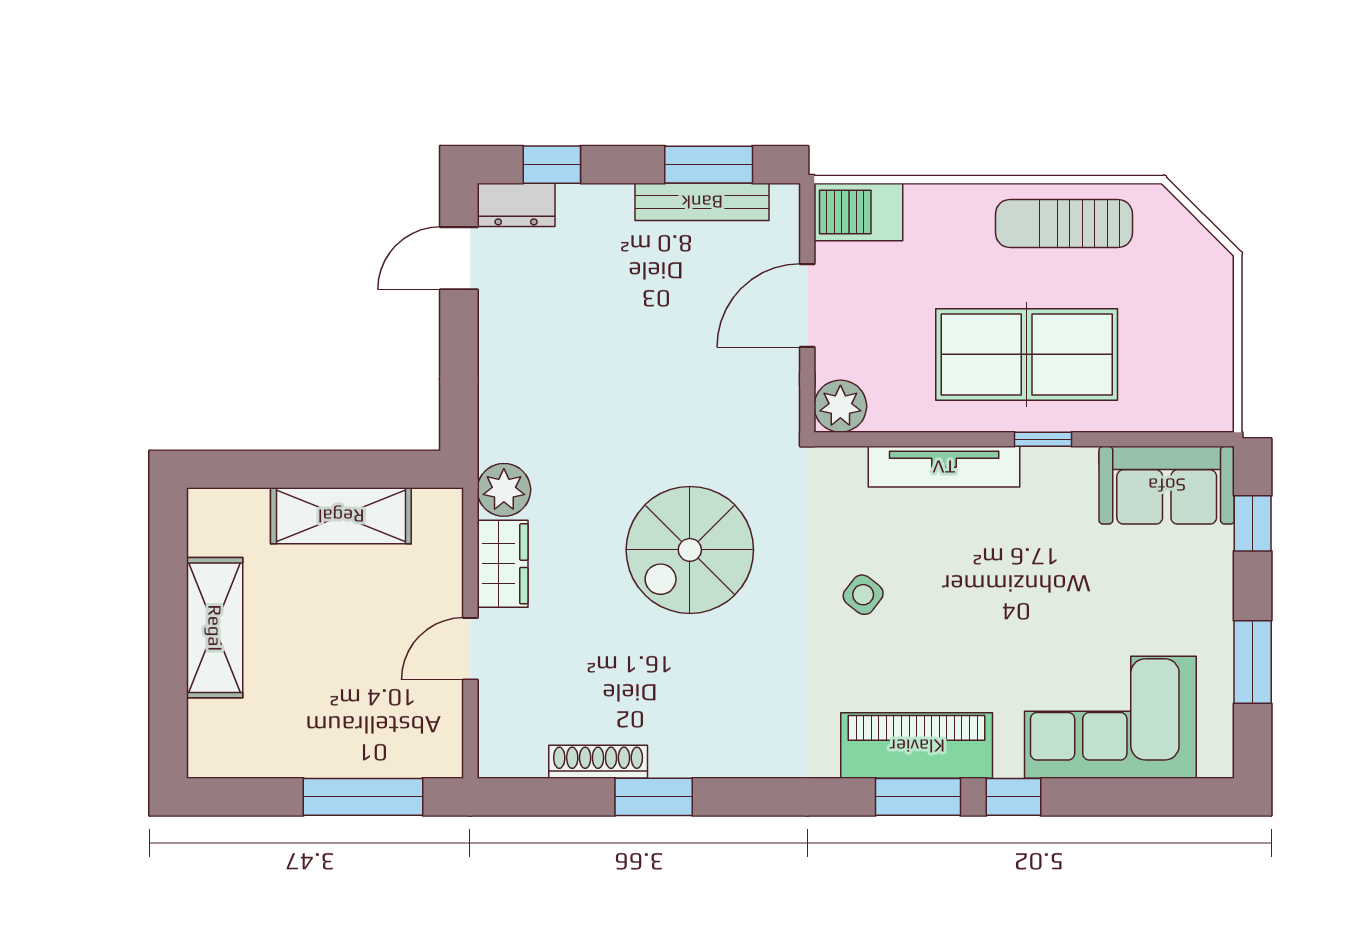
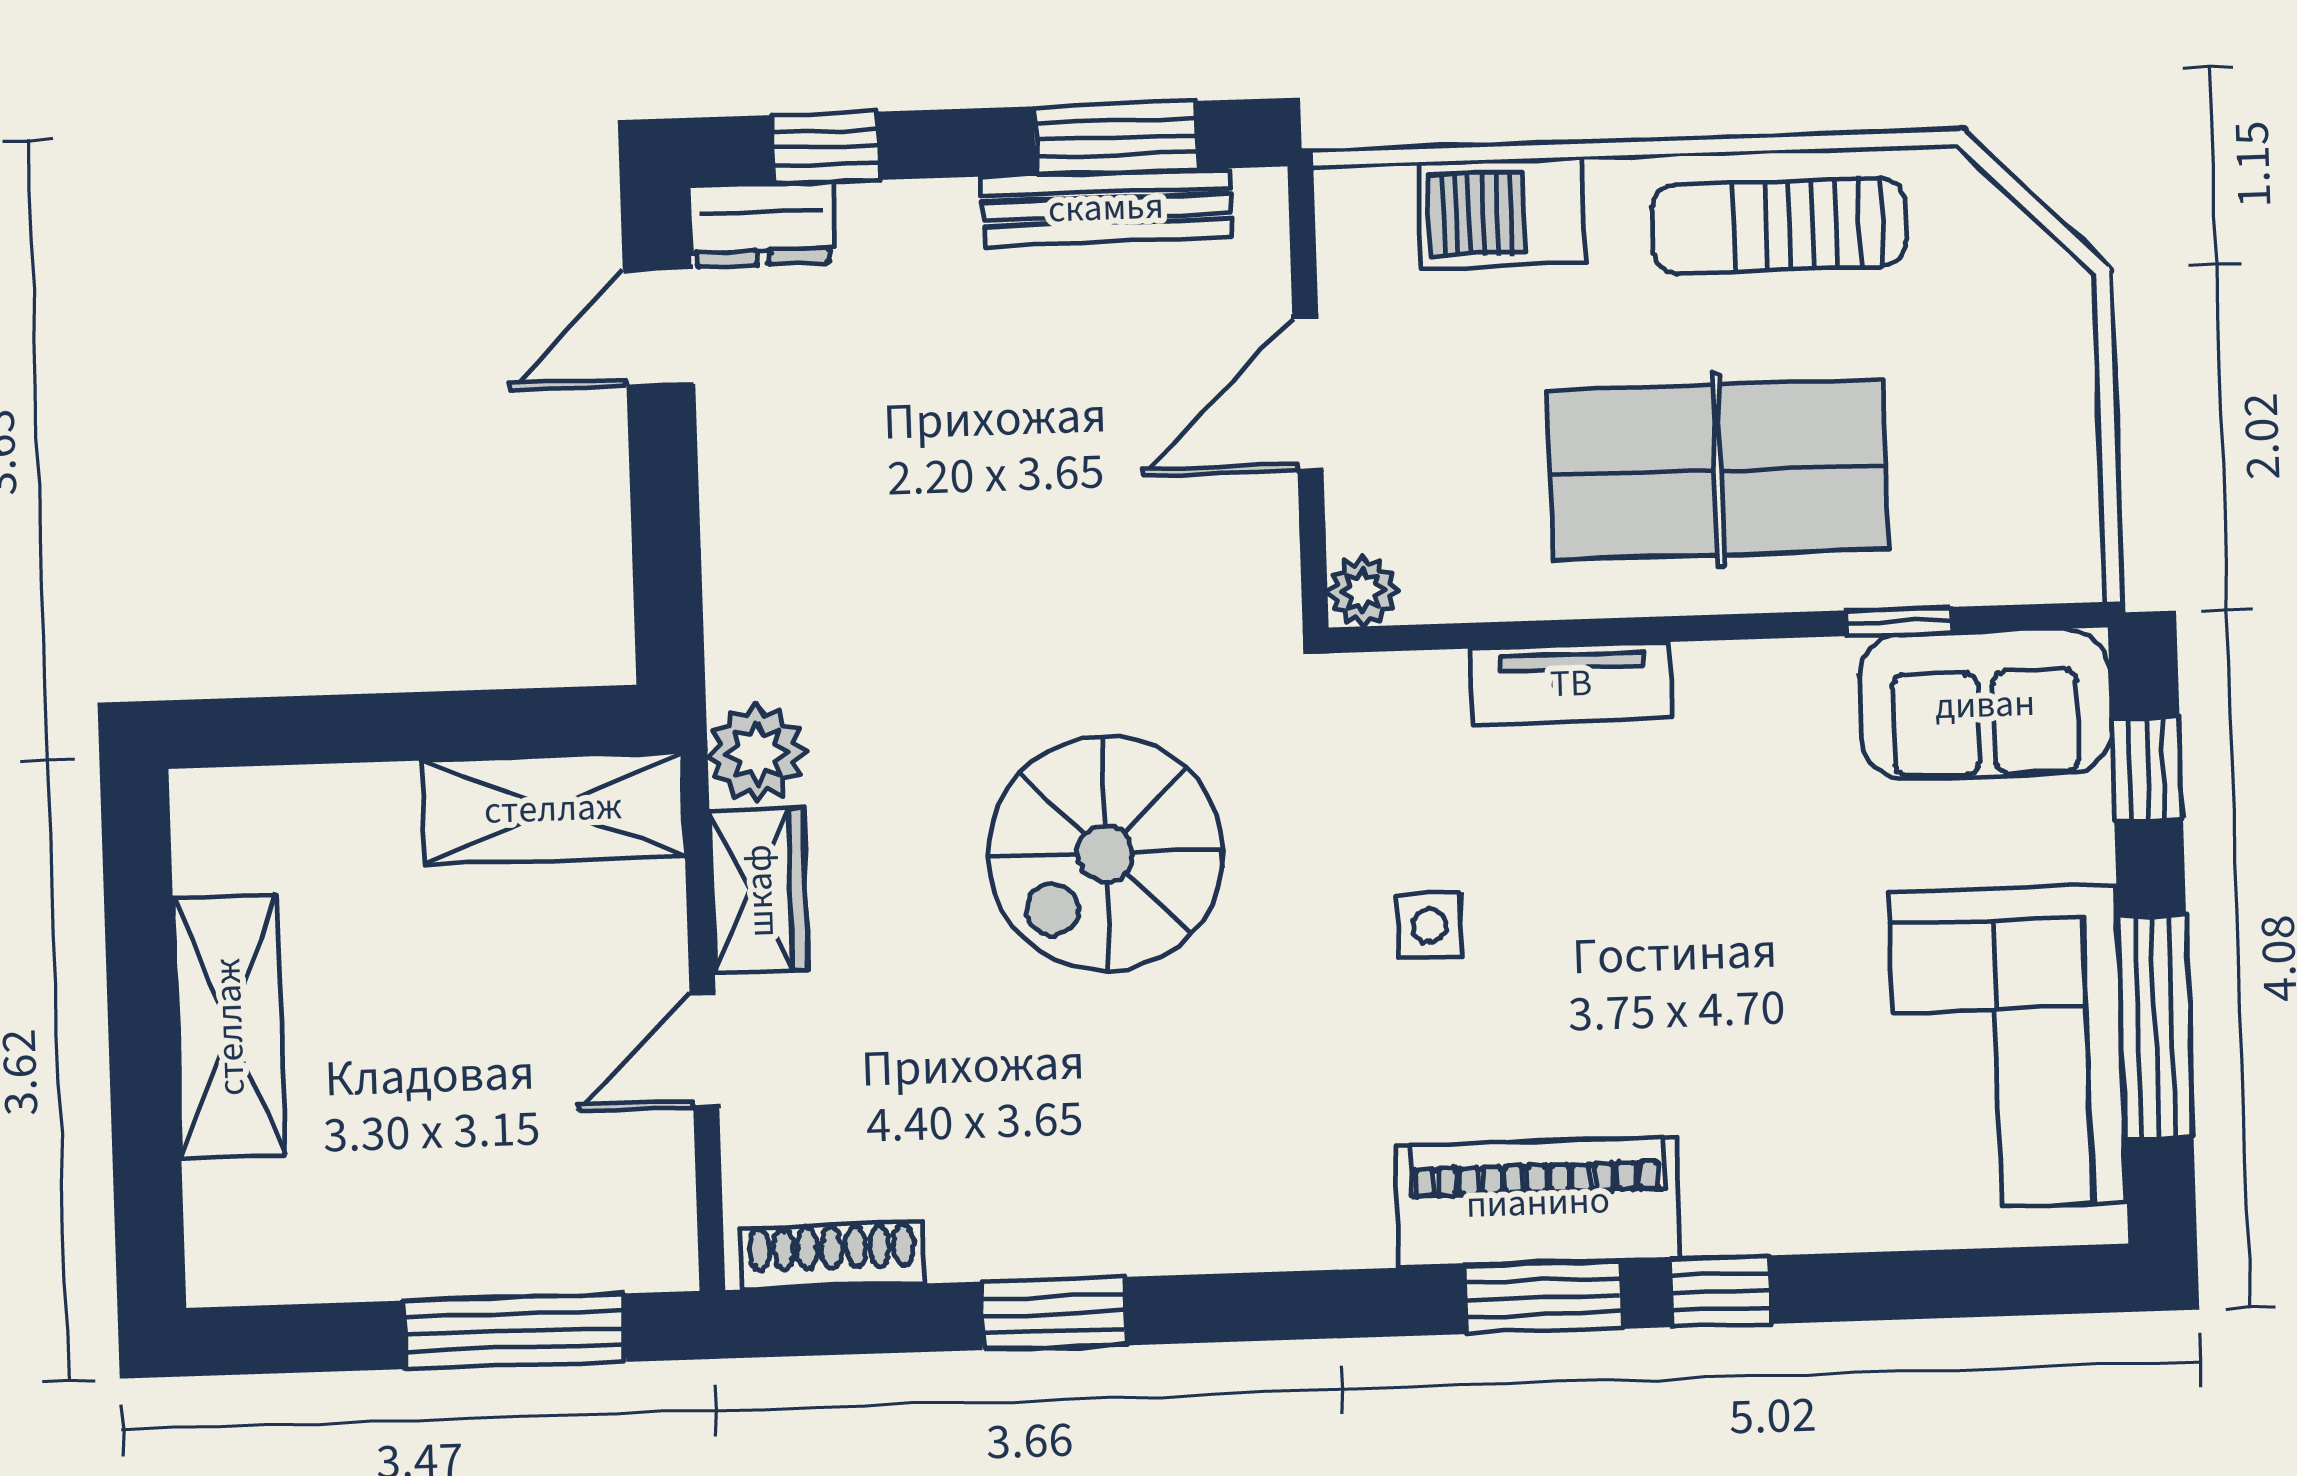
barbecue: (858, 212) -> (1501, 213), moved
plant: (840, 406) -> (1363, 591), width x0.73, depth x0.73
window: (1043, 439) -> (1899, 622), moved
tv unit: (944, 467) -> (1571, 683), width x0.71
shelving: (341, 516) -> (553, 808), moved
side table: (863, 595) -> (1429, 926), turned -38
window: (1253, 662) -> (2155, 1026), width x1.44
corner sofa: (1110, 717) -> (2008, 1047), moved, turned -90
shoe rack: (598, 762) -> (832, 1255), moved

